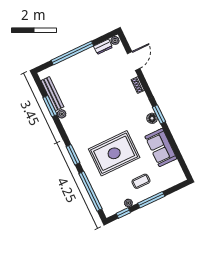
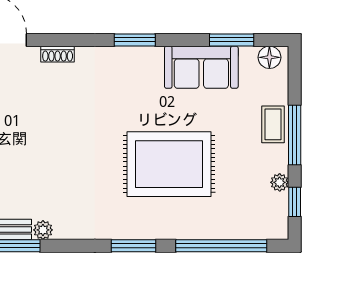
floor lamp: (152, 118) -> (269, 57), moved
rug: (114, 153) -> (169, 164), turned 90
window: (178, 155) -> (232, 40), added
coffee table: (141, 181) -> (273, 124), moved

